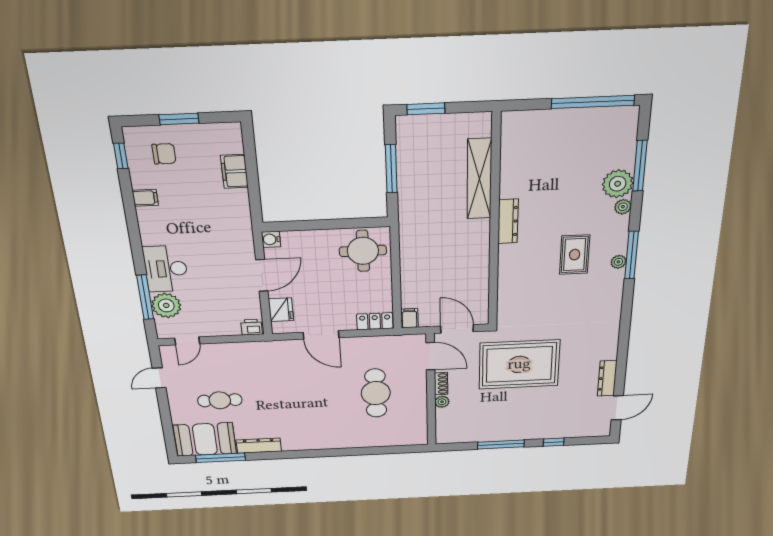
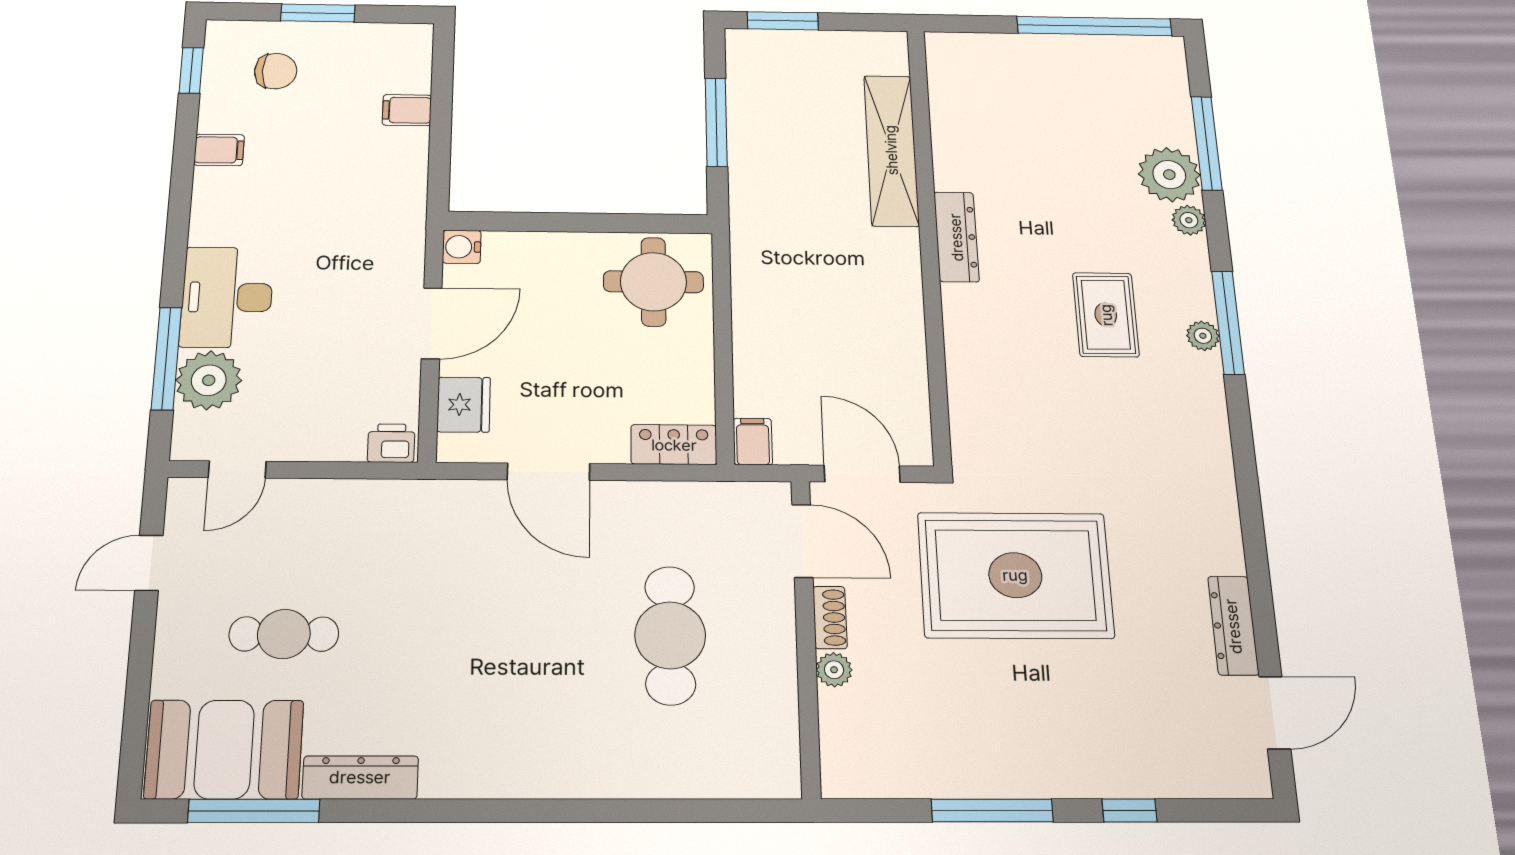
filing cabinet: (234, 171) -> (407, 110), width x0.50

